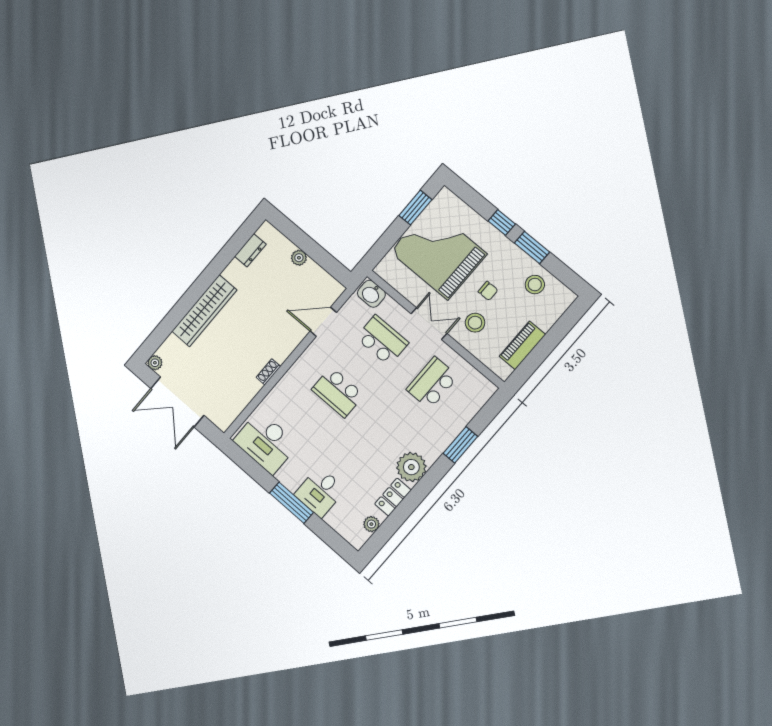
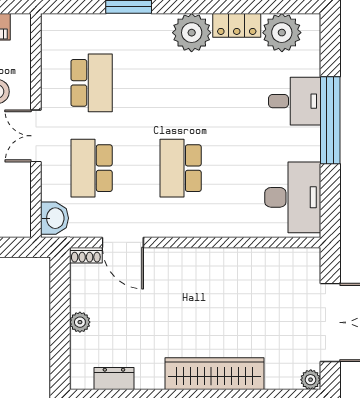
shoe rack: (268, 372) -> (86, 255), moved
school desk: (432, 383) -> (92, 83), turned -90
school desk: (338, 392) -> (181, 168), turned 180
window: (291, 503) -> (330, 120), width x1.46
plant: (371, 524) -> (282, 33), width x1.87, depth x1.87

